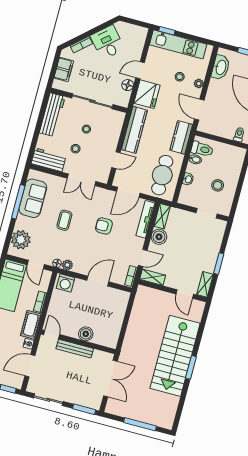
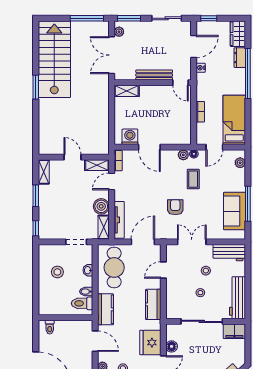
filing cabinet: (64, 69) -> (234, 331), moved, turned -90
kitchen counter: (134, 130) -> (153, 304), width x0.67
doorway: (207, 213) -> (76, 242), moved
coffee table: (64, 220) -> (193, 179), moved
armchair: (104, 226) -> (175, 207), moved, turned -90
window: (227, 233) -> (36, 228), added
plant: (21, 240) -> (240, 163), width x0.53, depth x0.53
door: (36, 264) -> (214, 147), swing flipped
door: (98, 281) -> (149, 147), hinge flipped
washing machine: (65, 283) -> (130, 137), moved
door: (185, 294) -> (72, 157), moved
cot: (31, 325) -> (203, 87), removed
boiler: (86, 334) -> (147, 92), removed
shelving: (105, 341) -> (127, 91), added
stairs: (175, 356) -> (54, 59), moved
plant: (97, 399) -> (119, 32), added
window: (140, 424) -> (87, 18), moved

